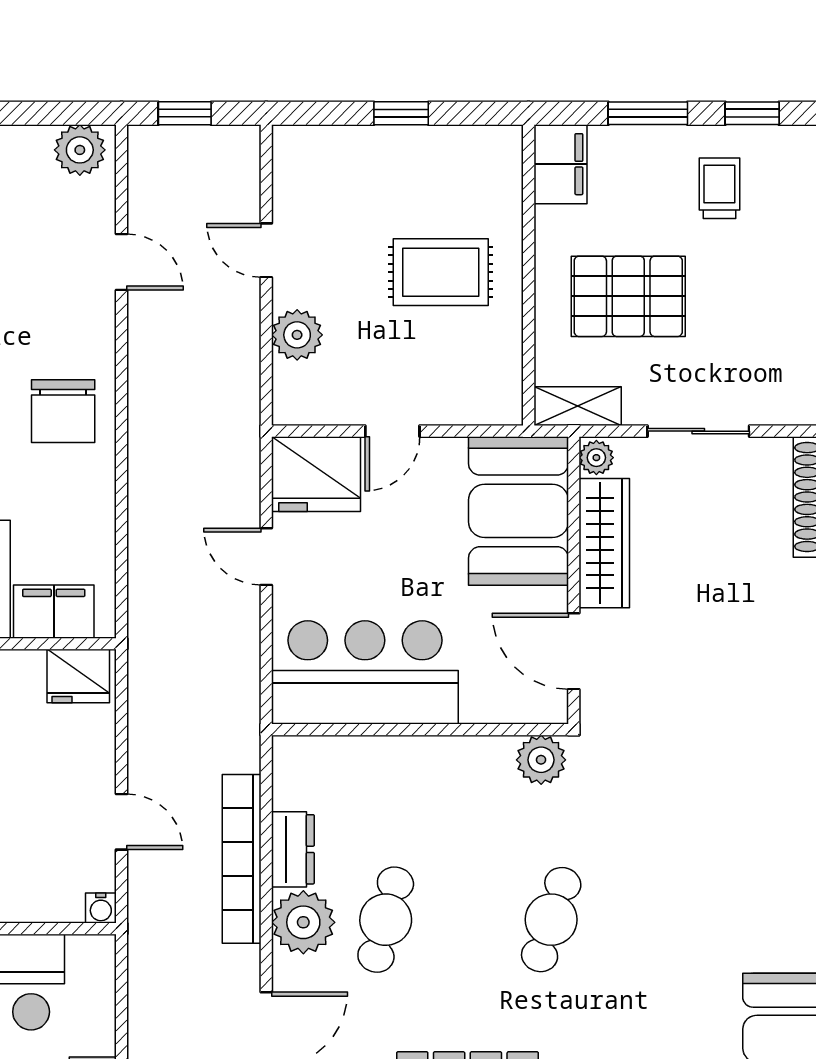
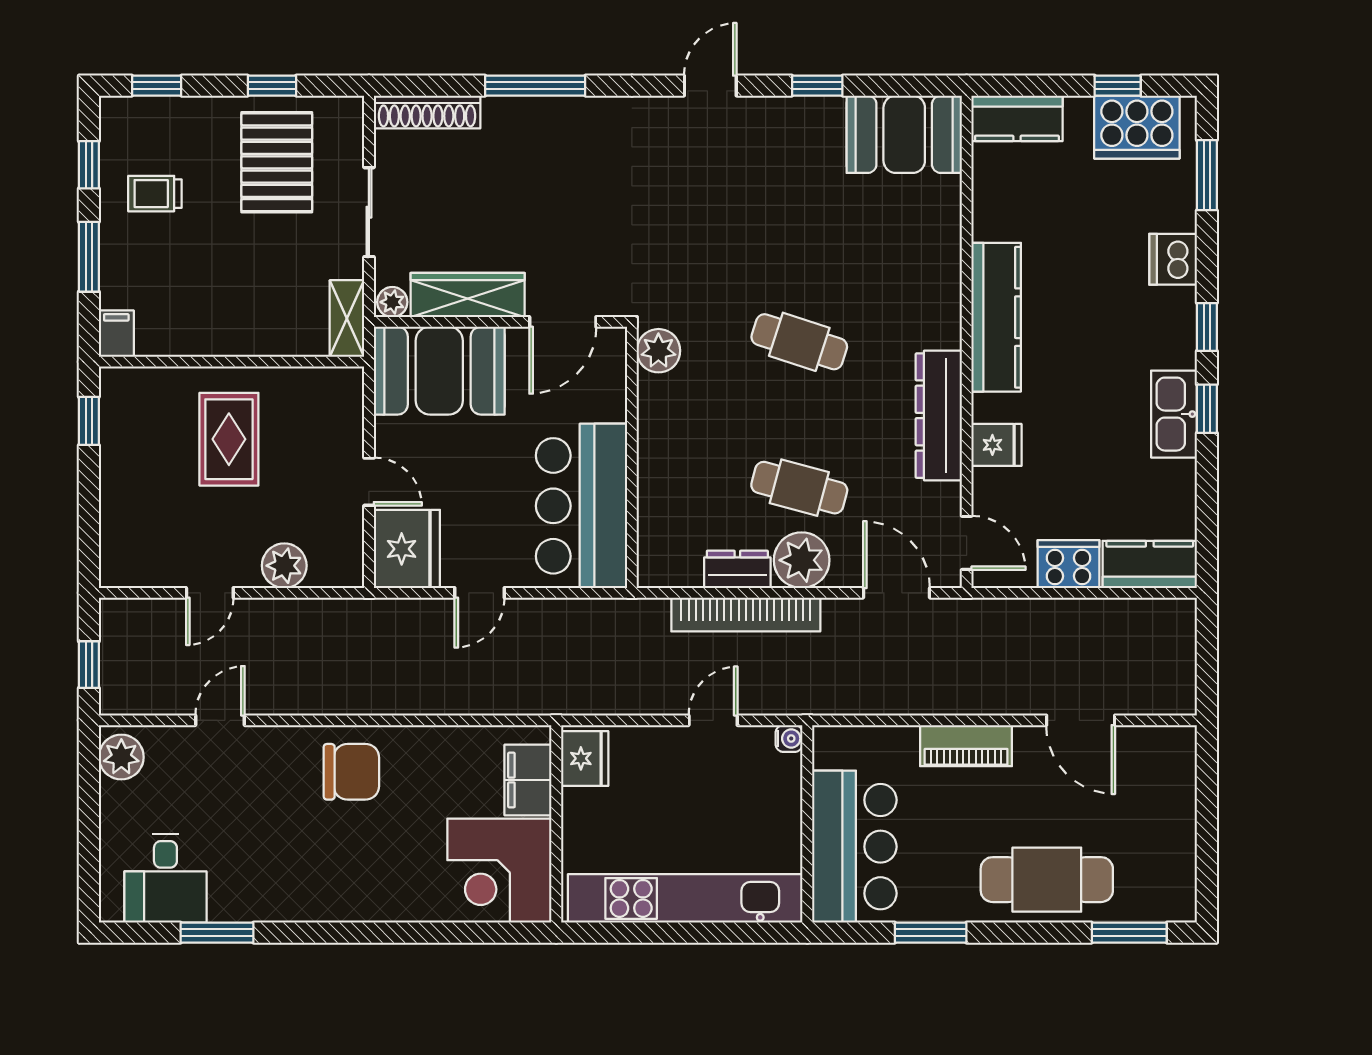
window: (401, 113) -> (89, 421), moved
filing cabinet: (560, 164) -> (116, 334), width x0.50
pallet: (628, 296) -> (277, 162), moved

